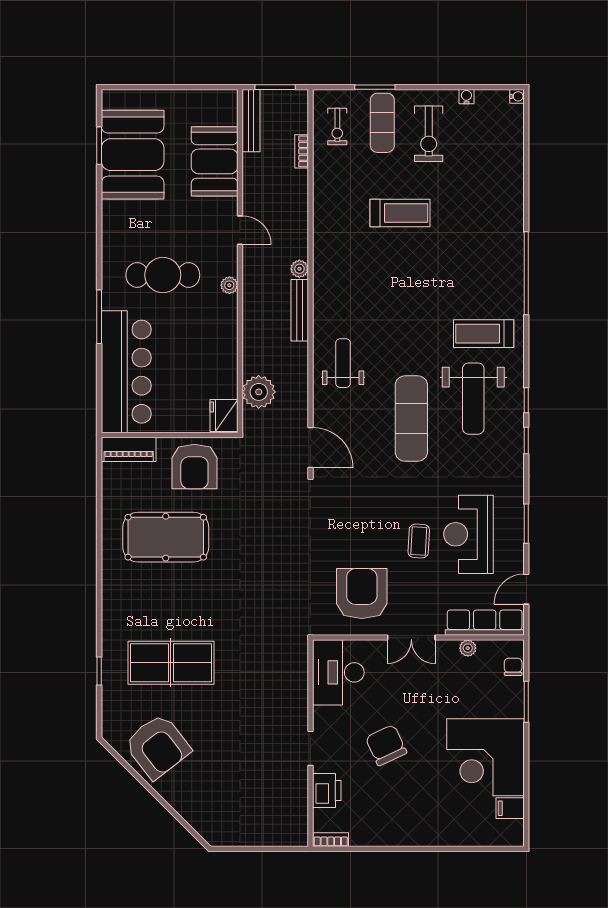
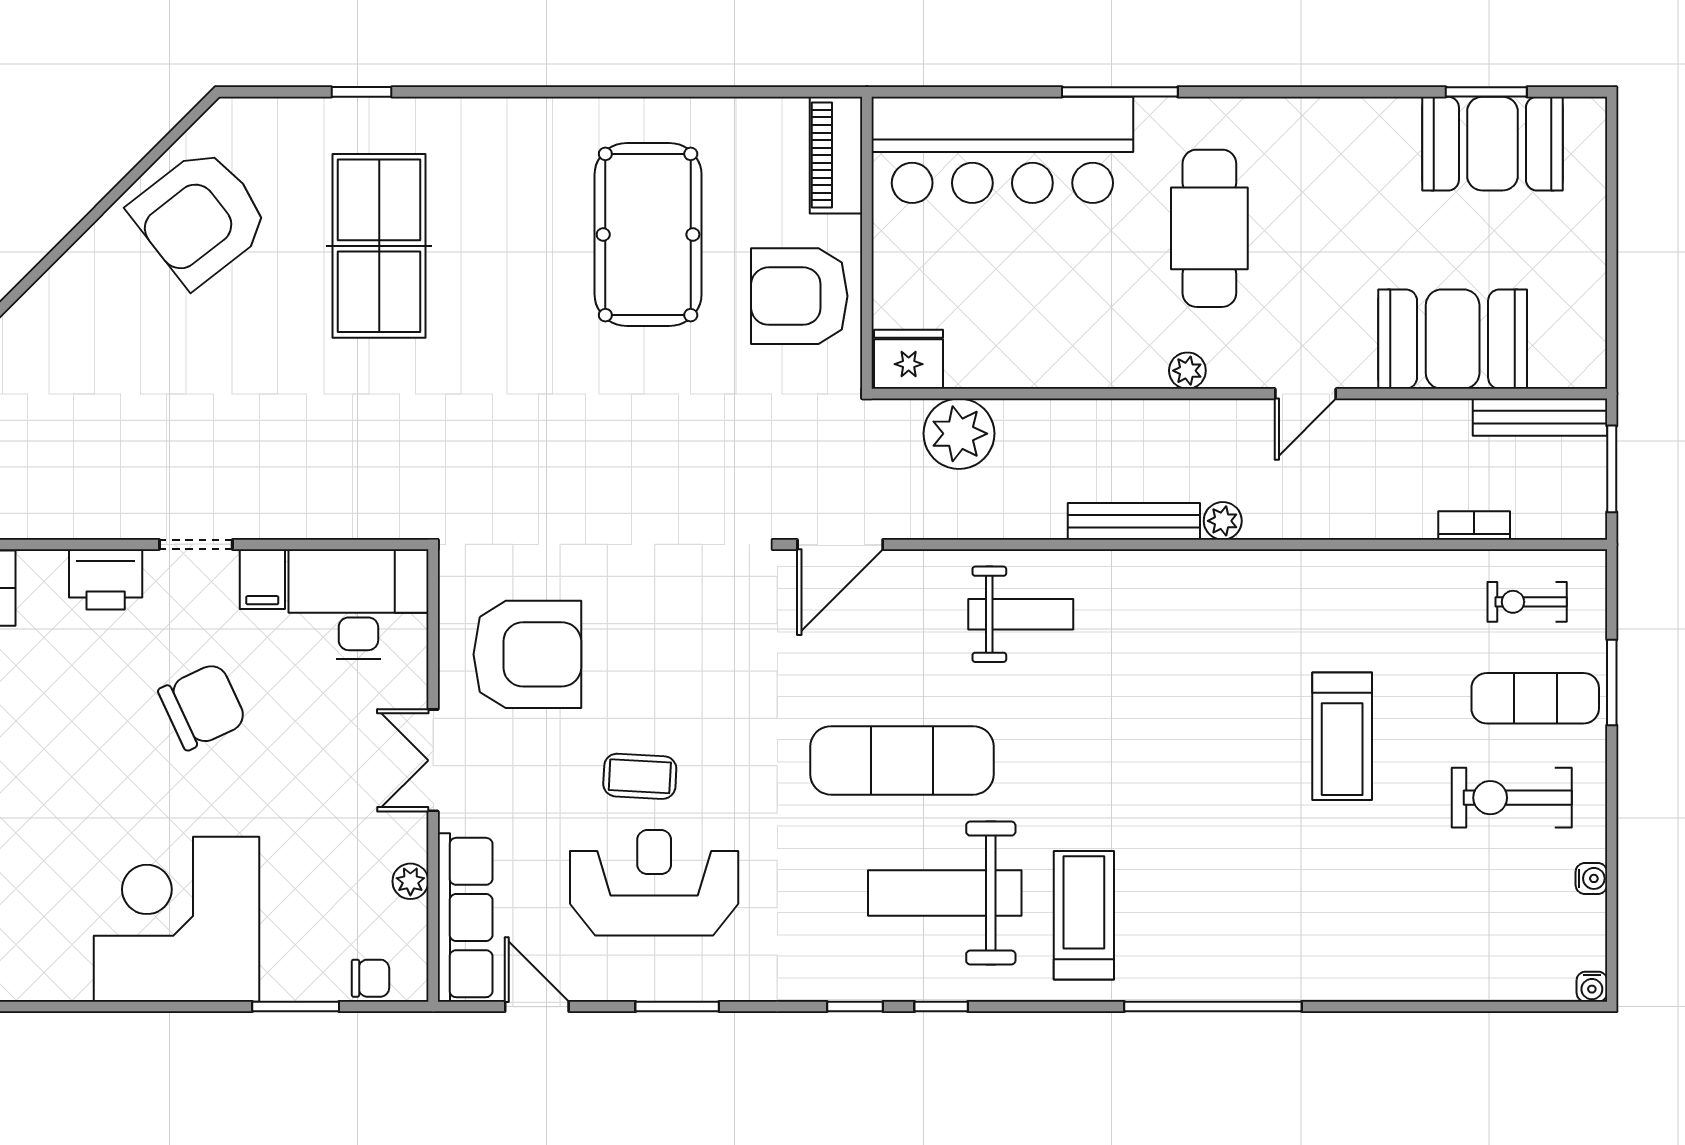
booth: (133, 155) -> (1492, 144), width x0.73, depth x0.70
filing cabinet: (510, 808) -> (262, 579), moved, turned 180

